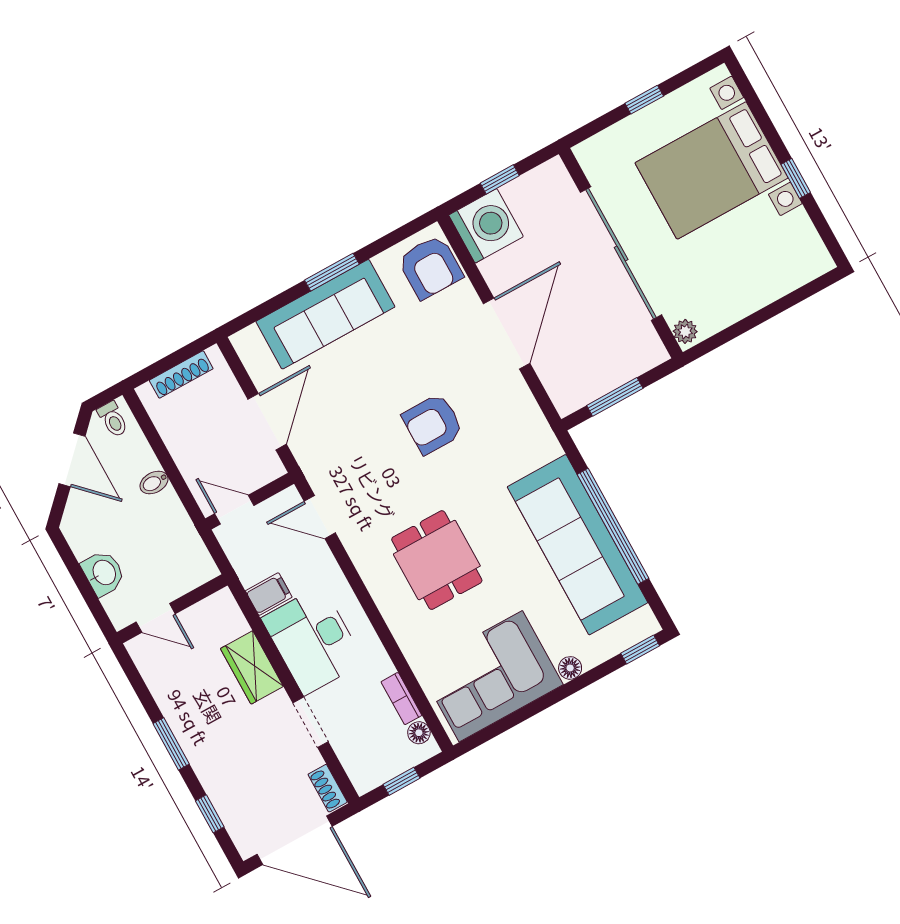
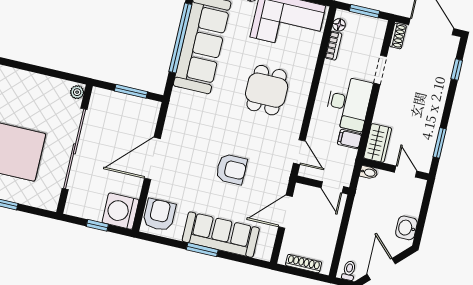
armchair: (433, 424) -> (231, 169), moved
bidet: (154, 482) -> (369, 172), moved
washbasin: (103, 573) -> (406, 228), moved
wardrobe: (252, 667) -> (378, 143), moved
window: (171, 744) -> (440, 143), moved
window: (402, 781) -> (364, 11), width x1.50

